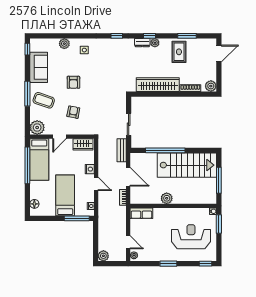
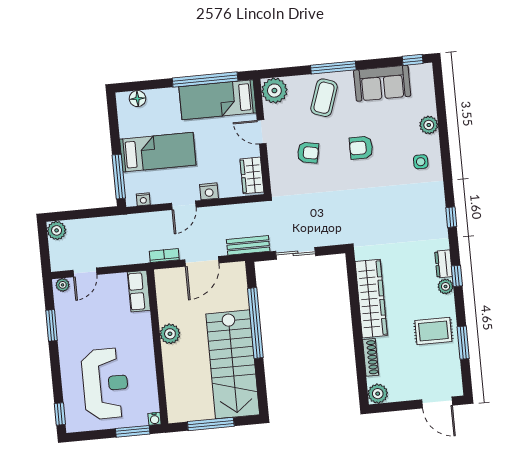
window: (168, 264) -> (52, 325), moved

